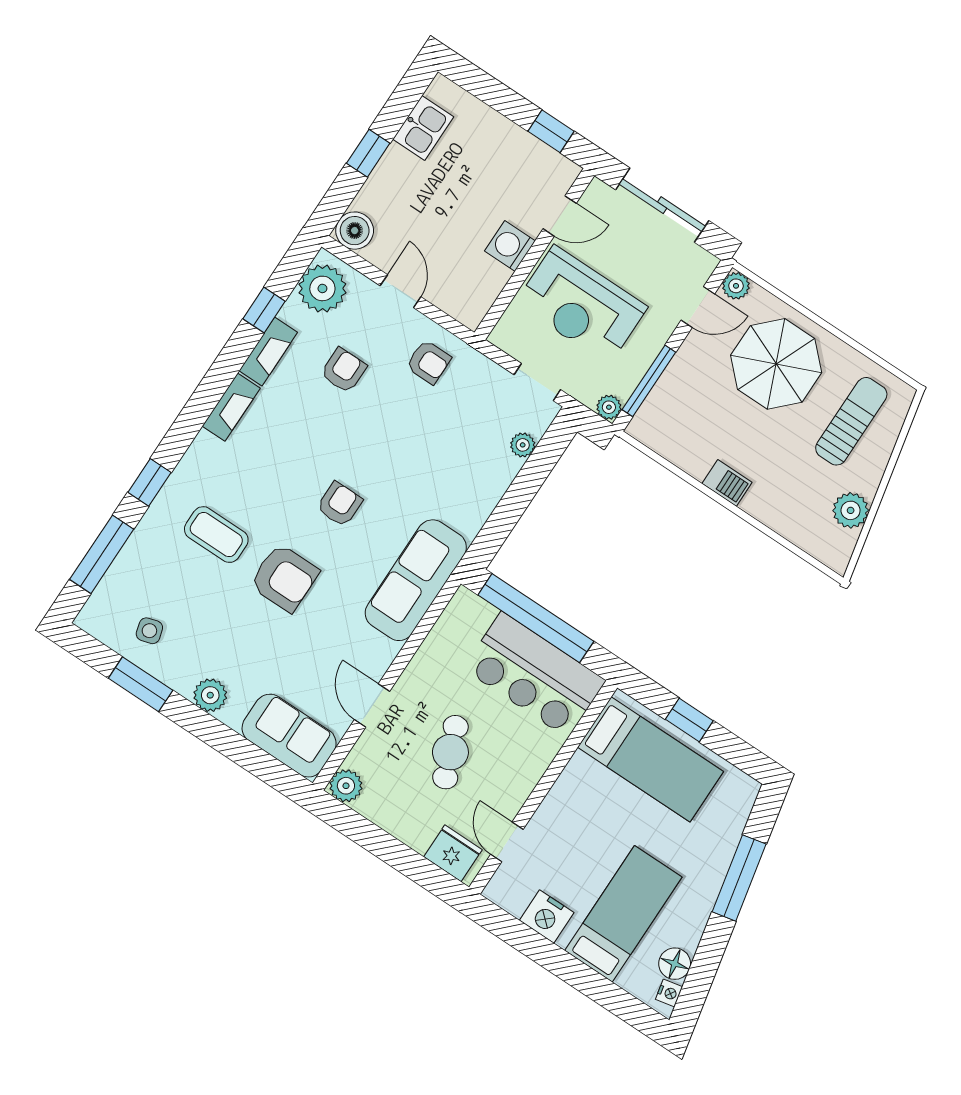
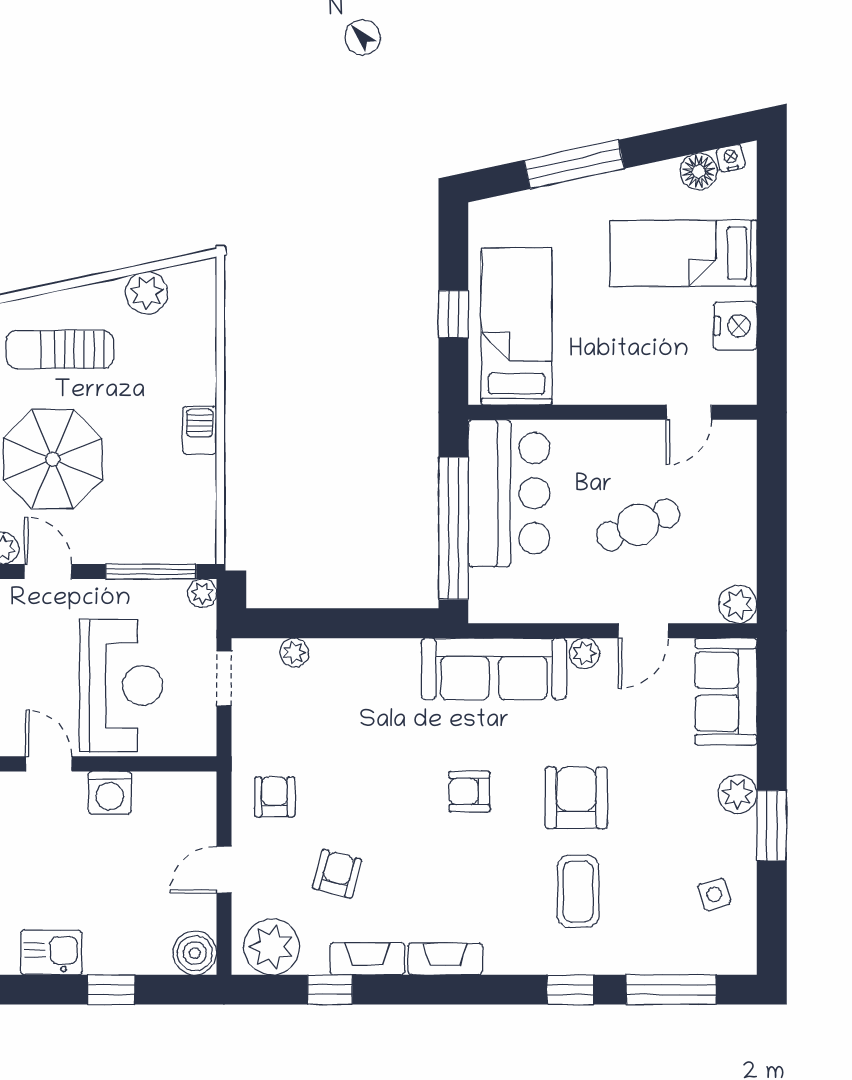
armchair: (344, 370) -> (337, 874), turned 105
plant: (384, 653) -> (584, 653), added
window: (141, 684) -> (772, 826), moved
fridge: (453, 853) -> (734, 457), removed

